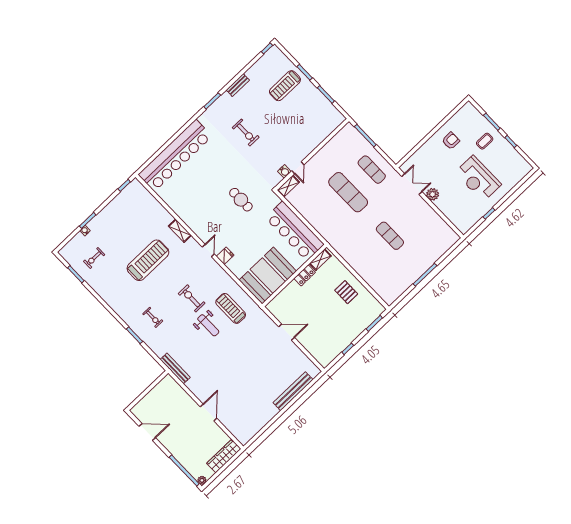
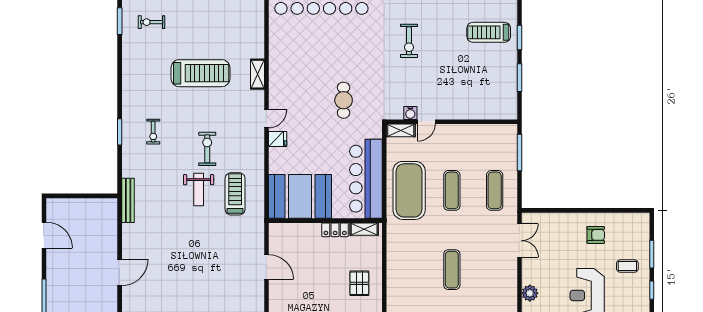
exercise mat: (348, 192) -> (452, 190), width x0.73, depth x0.69
plant: (433, 194) -> (530, 293), moved
exercise mat: (325, 215) -> (409, 190), added

